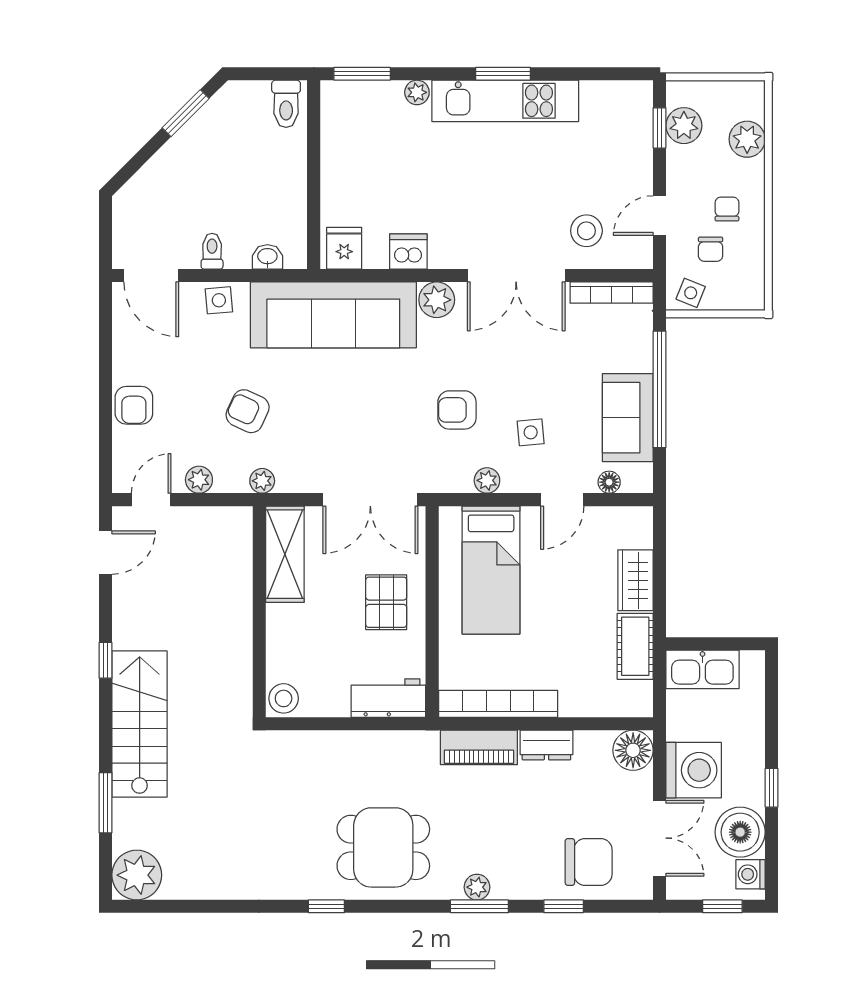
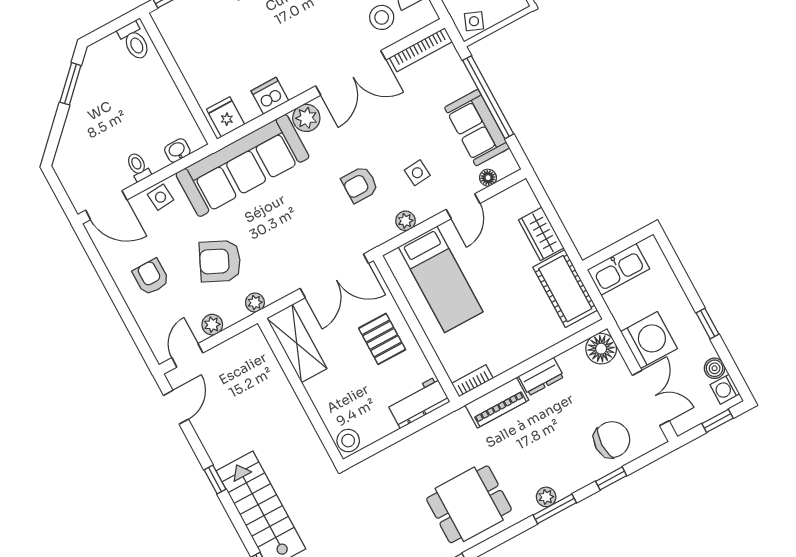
armchair: (134, 405) -> (151, 277), moved, turned 180
armchair: (248, 411) -> (220, 261), width x1.38, depth x1.38
cot: (635, 646) -> (565, 289), width x1.37, depth x1.34
bookcase: (498, 704) -> (472, 381), width x0.43, depth x0.76
boiler: (740, 832) -> (715, 368), width x0.54, depth x0.54

